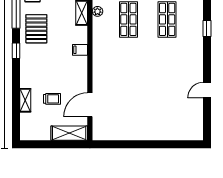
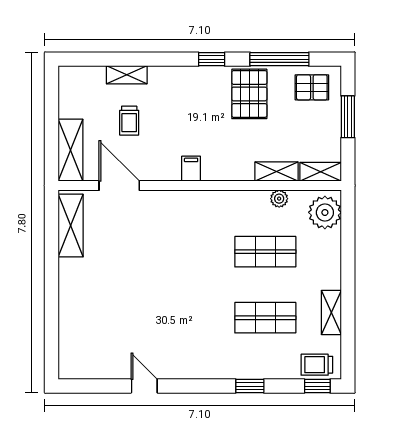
pallet: (36, 29) -> (249, 94), turned 90
filing cabinet: (80, 50) -> (191, 169), moved
shelving: (113, 133) -> (71, 226), added

